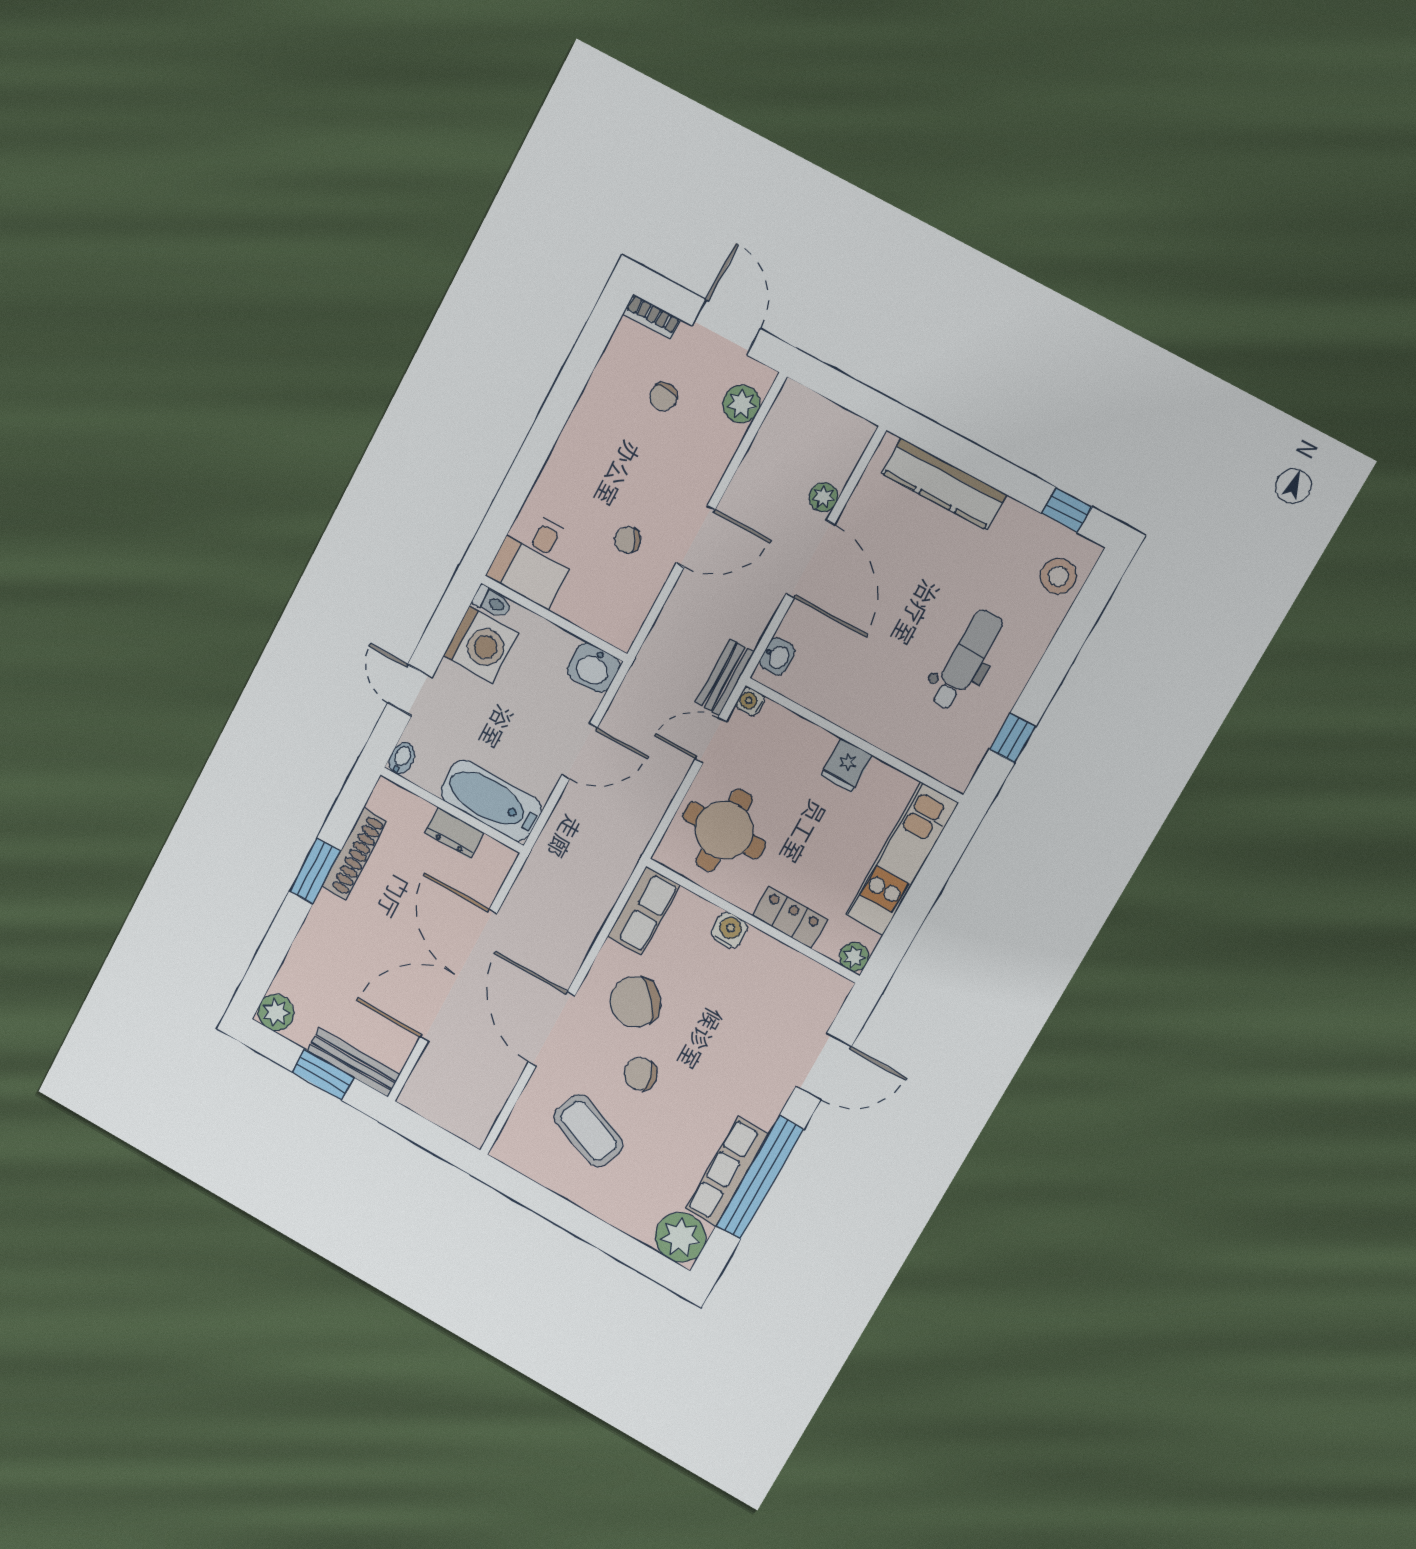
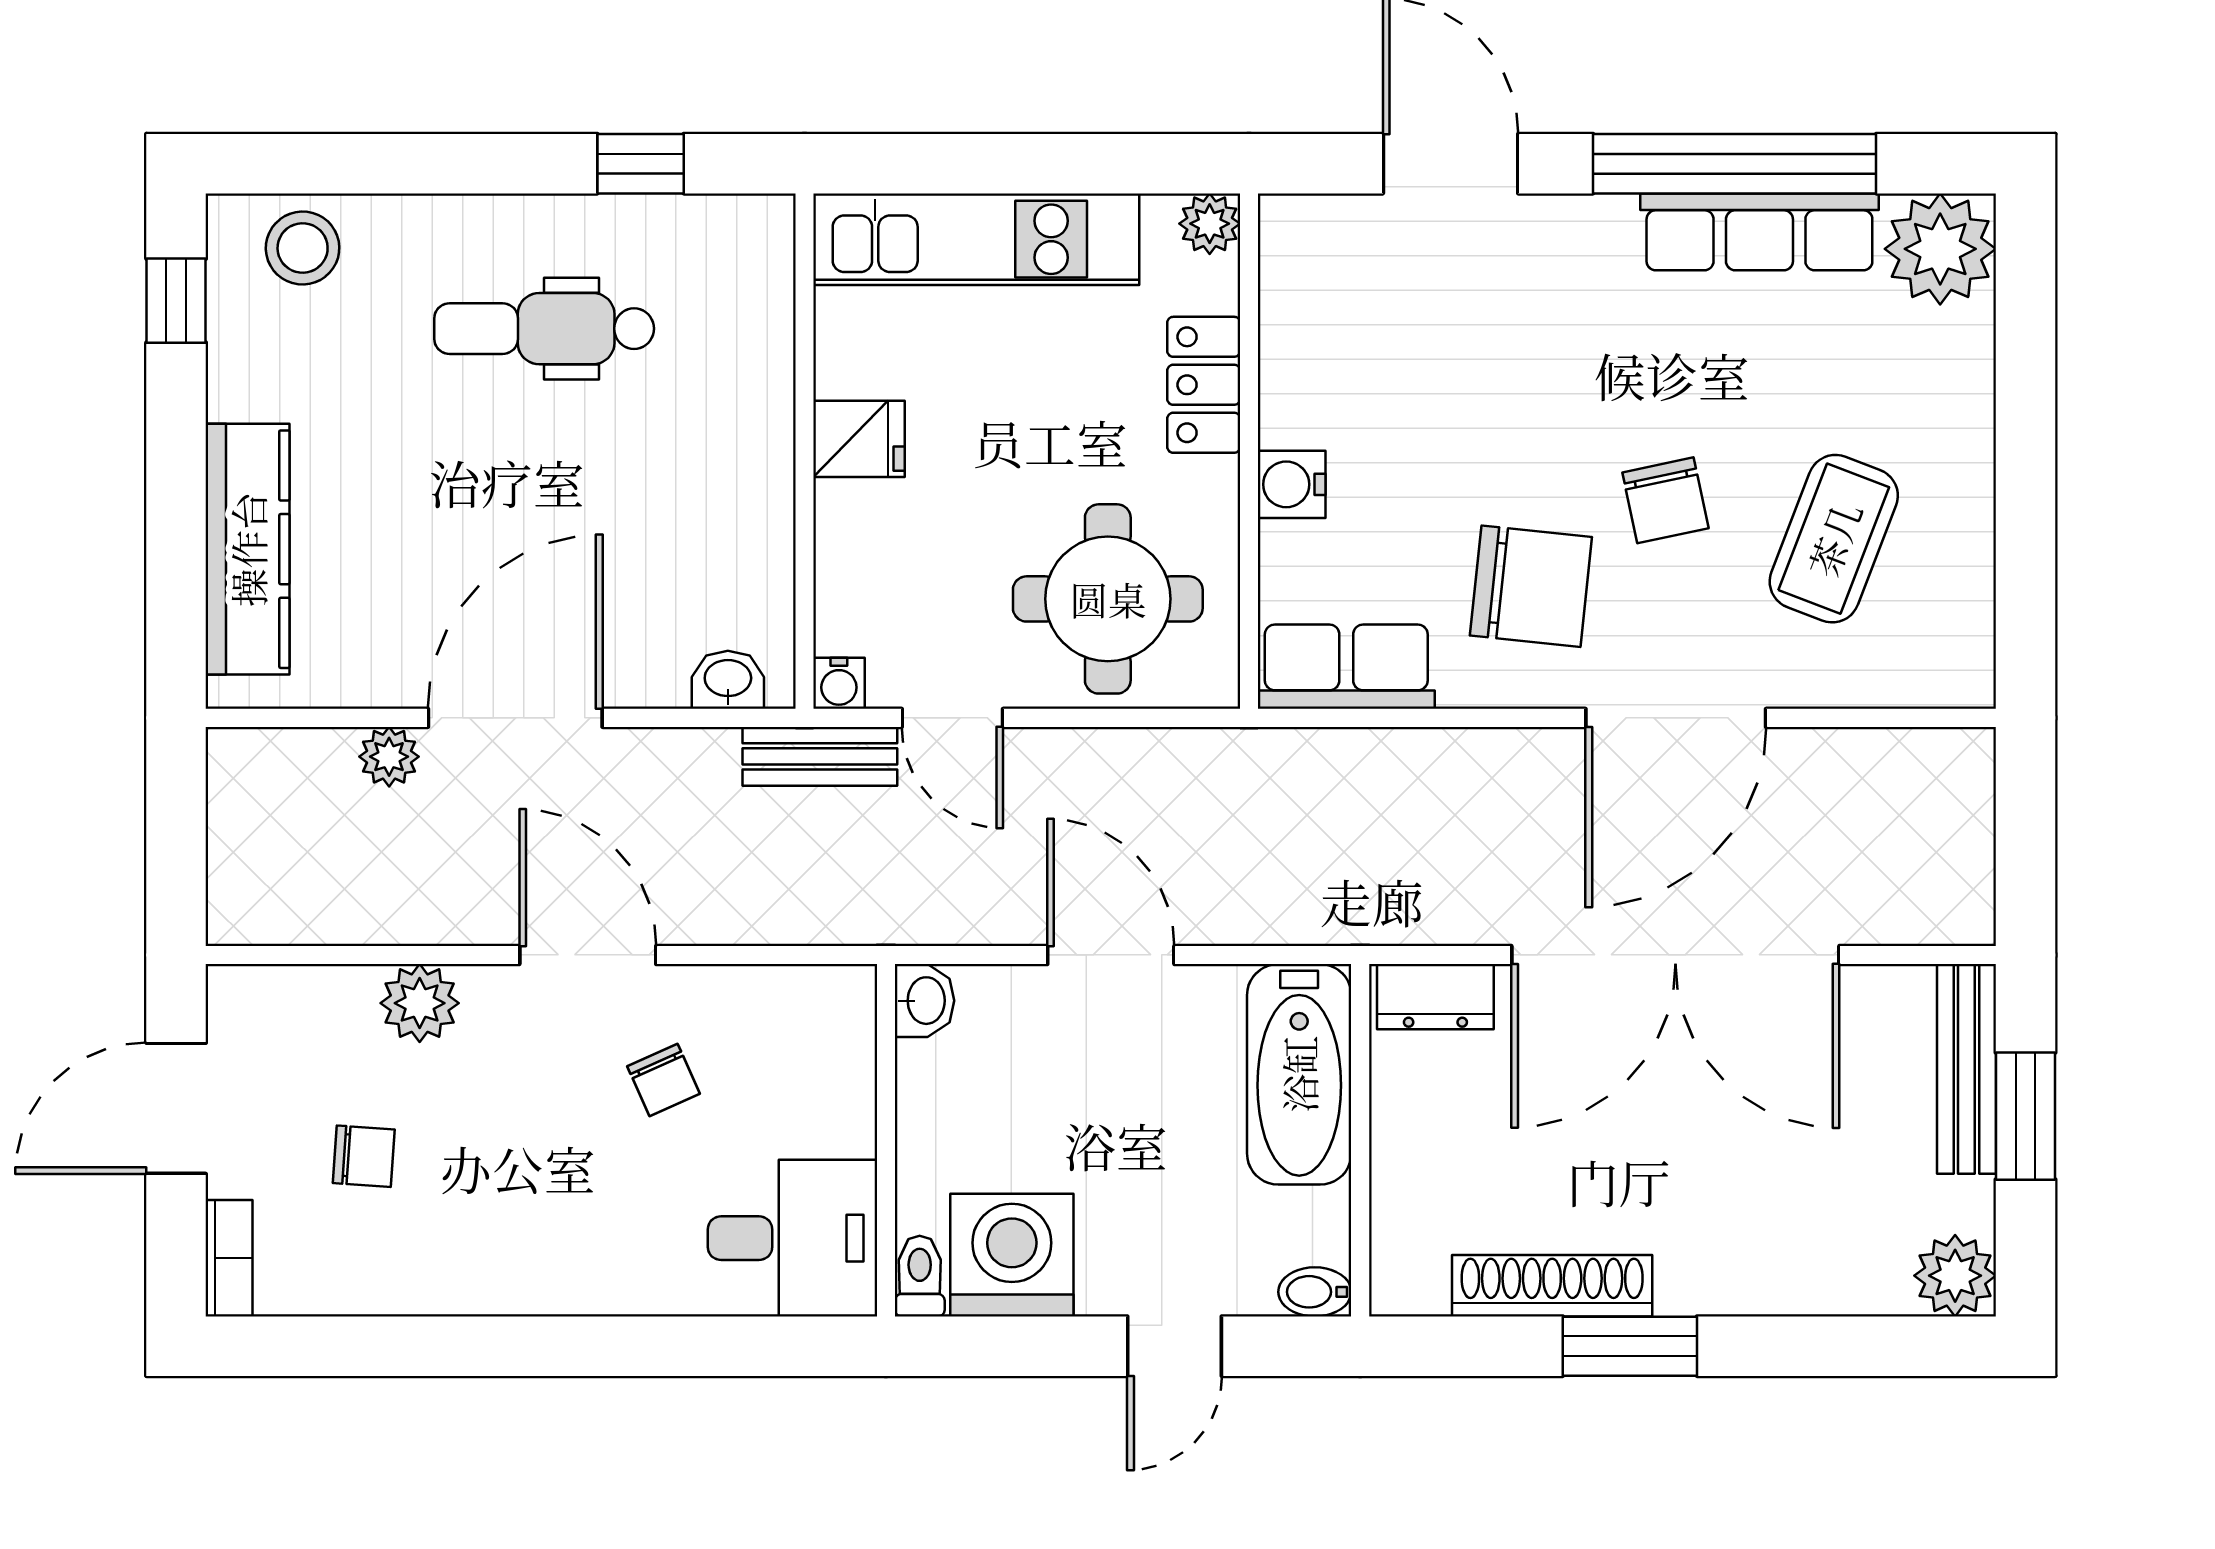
plant: (741, 404) -> (420, 1003), moved
washbasin: (593, 668) -> (924, 1001), width x0.72, depth x0.69
dresser: (454, 833) -> (1435, 997), moved, turned 90
chair: (635, 1002) -> (1531, 586), turned -46

